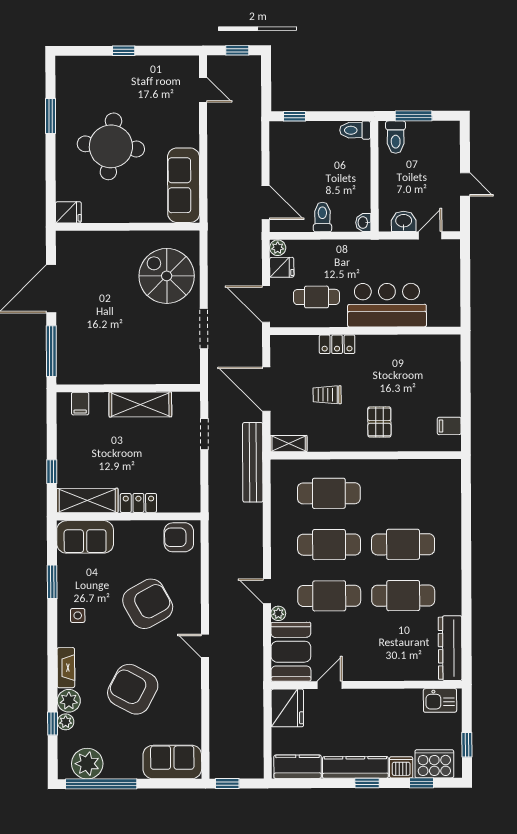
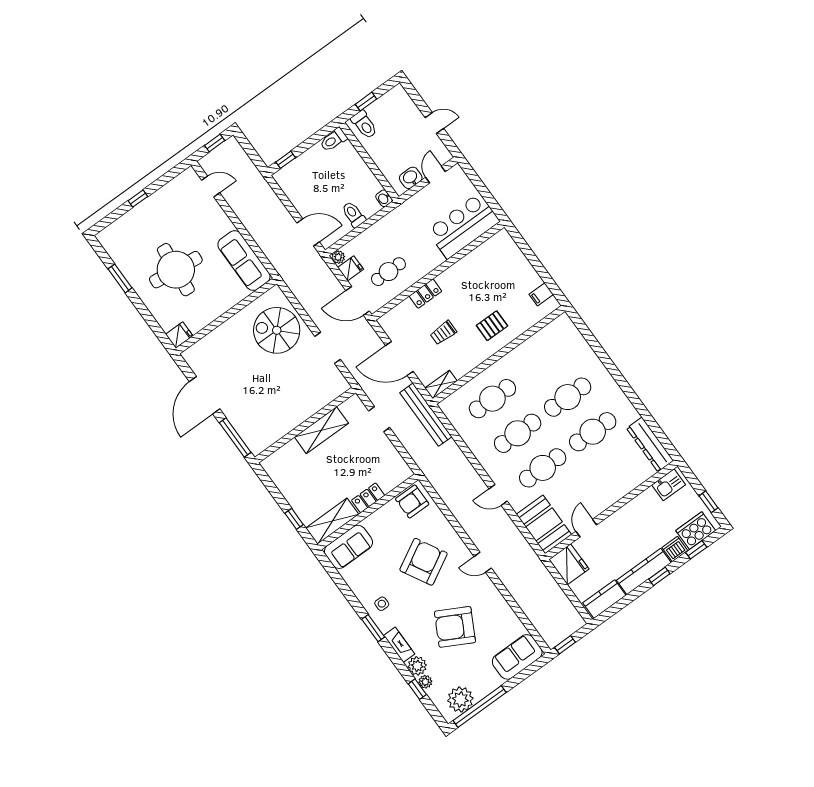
window: (414, 116) -> (366, 102), width x0.67
bar counter: (387, 305) -> (463, 226), moved
filing cabinet: (80, 404) -> (280, 459), removed
pallet: (379, 422) -> (492, 326), turned 90
window: (52, 582) -> (373, 628), moved
plant: (278, 613) -> (517, 505), removed

